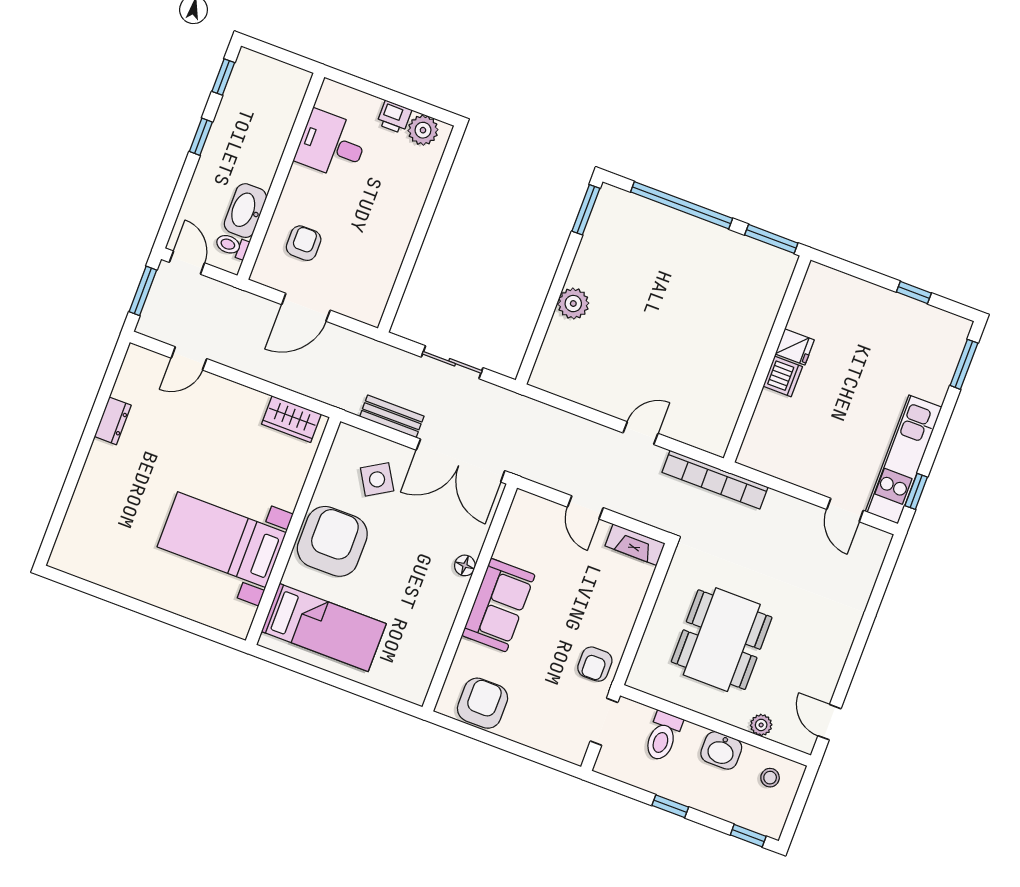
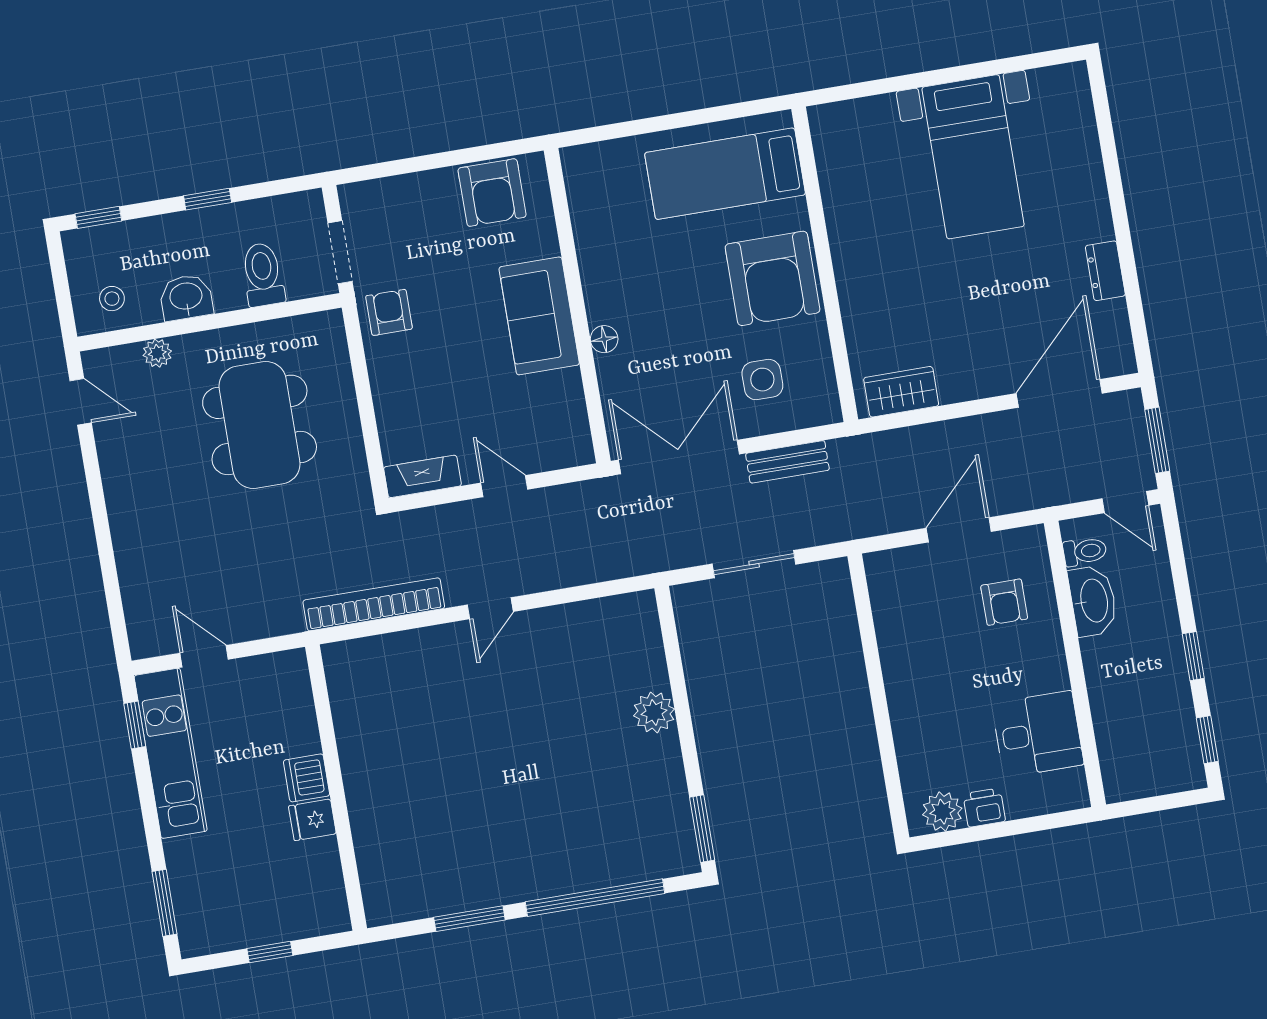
fridge: (795, 347) -> (312, 820), moved
door: (189, 358) -> (1059, 393), width x1.87
wall: (767, 359) -> (336, 788), moved
dishwasher: (783, 376) -> (307, 778), moved
side table: (377, 479) -> (762, 380), turned 31
bed with nightstands: (222, 540) -> (973, 157), moved, turned 90

